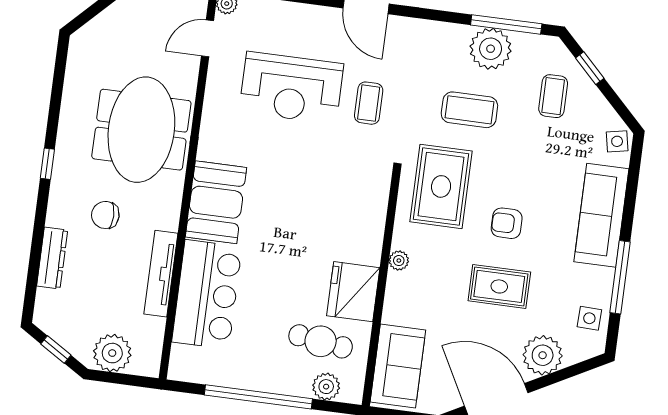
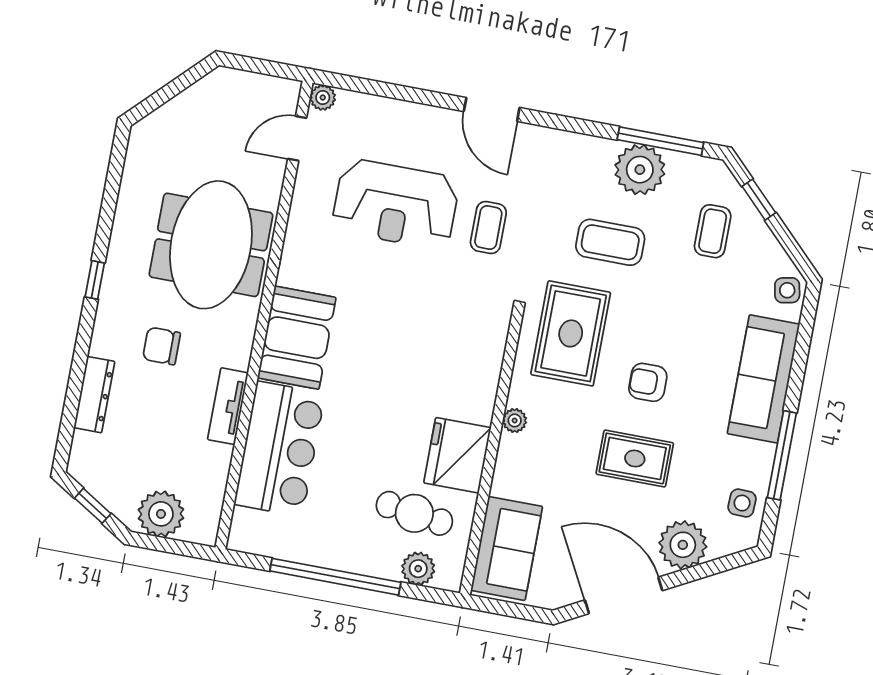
tv unit: (161, 274) -> (228, 406), width x0.71

